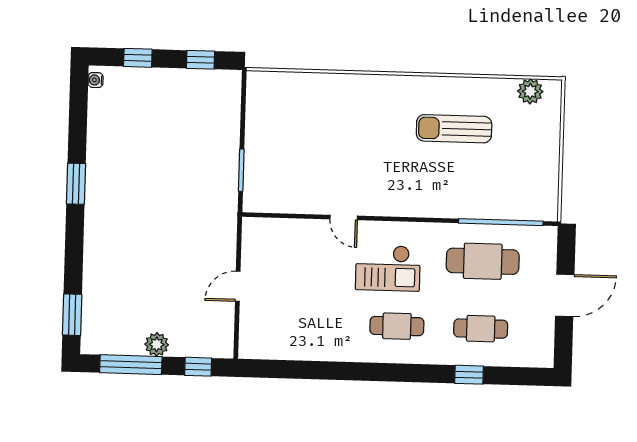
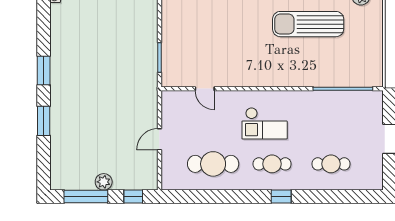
sun lounger: (454, 129) -> (308, 24), width x1.36, depth x1.34
door: (344, 217) -> (205, 89), moved
cafe table: (483, 261) -> (213, 164), moved
window: (72, 315) -> (44, 121), moved
window: (469, 375) -> (281, 197), moved

